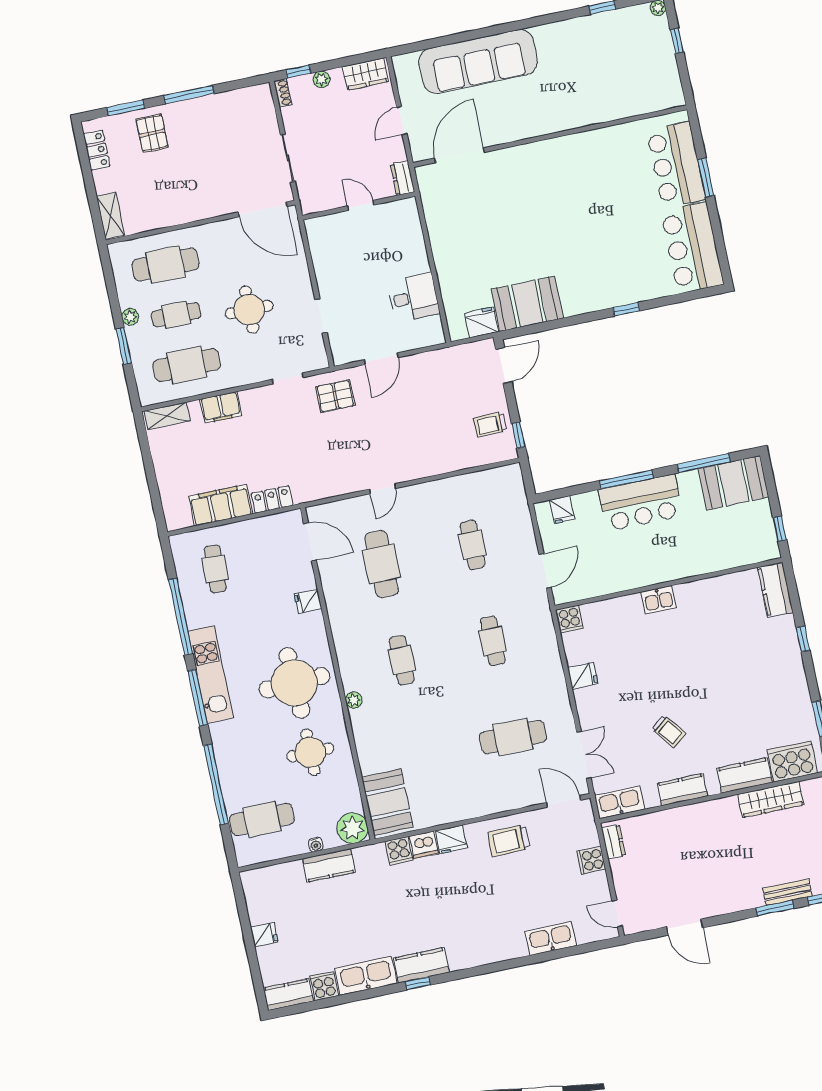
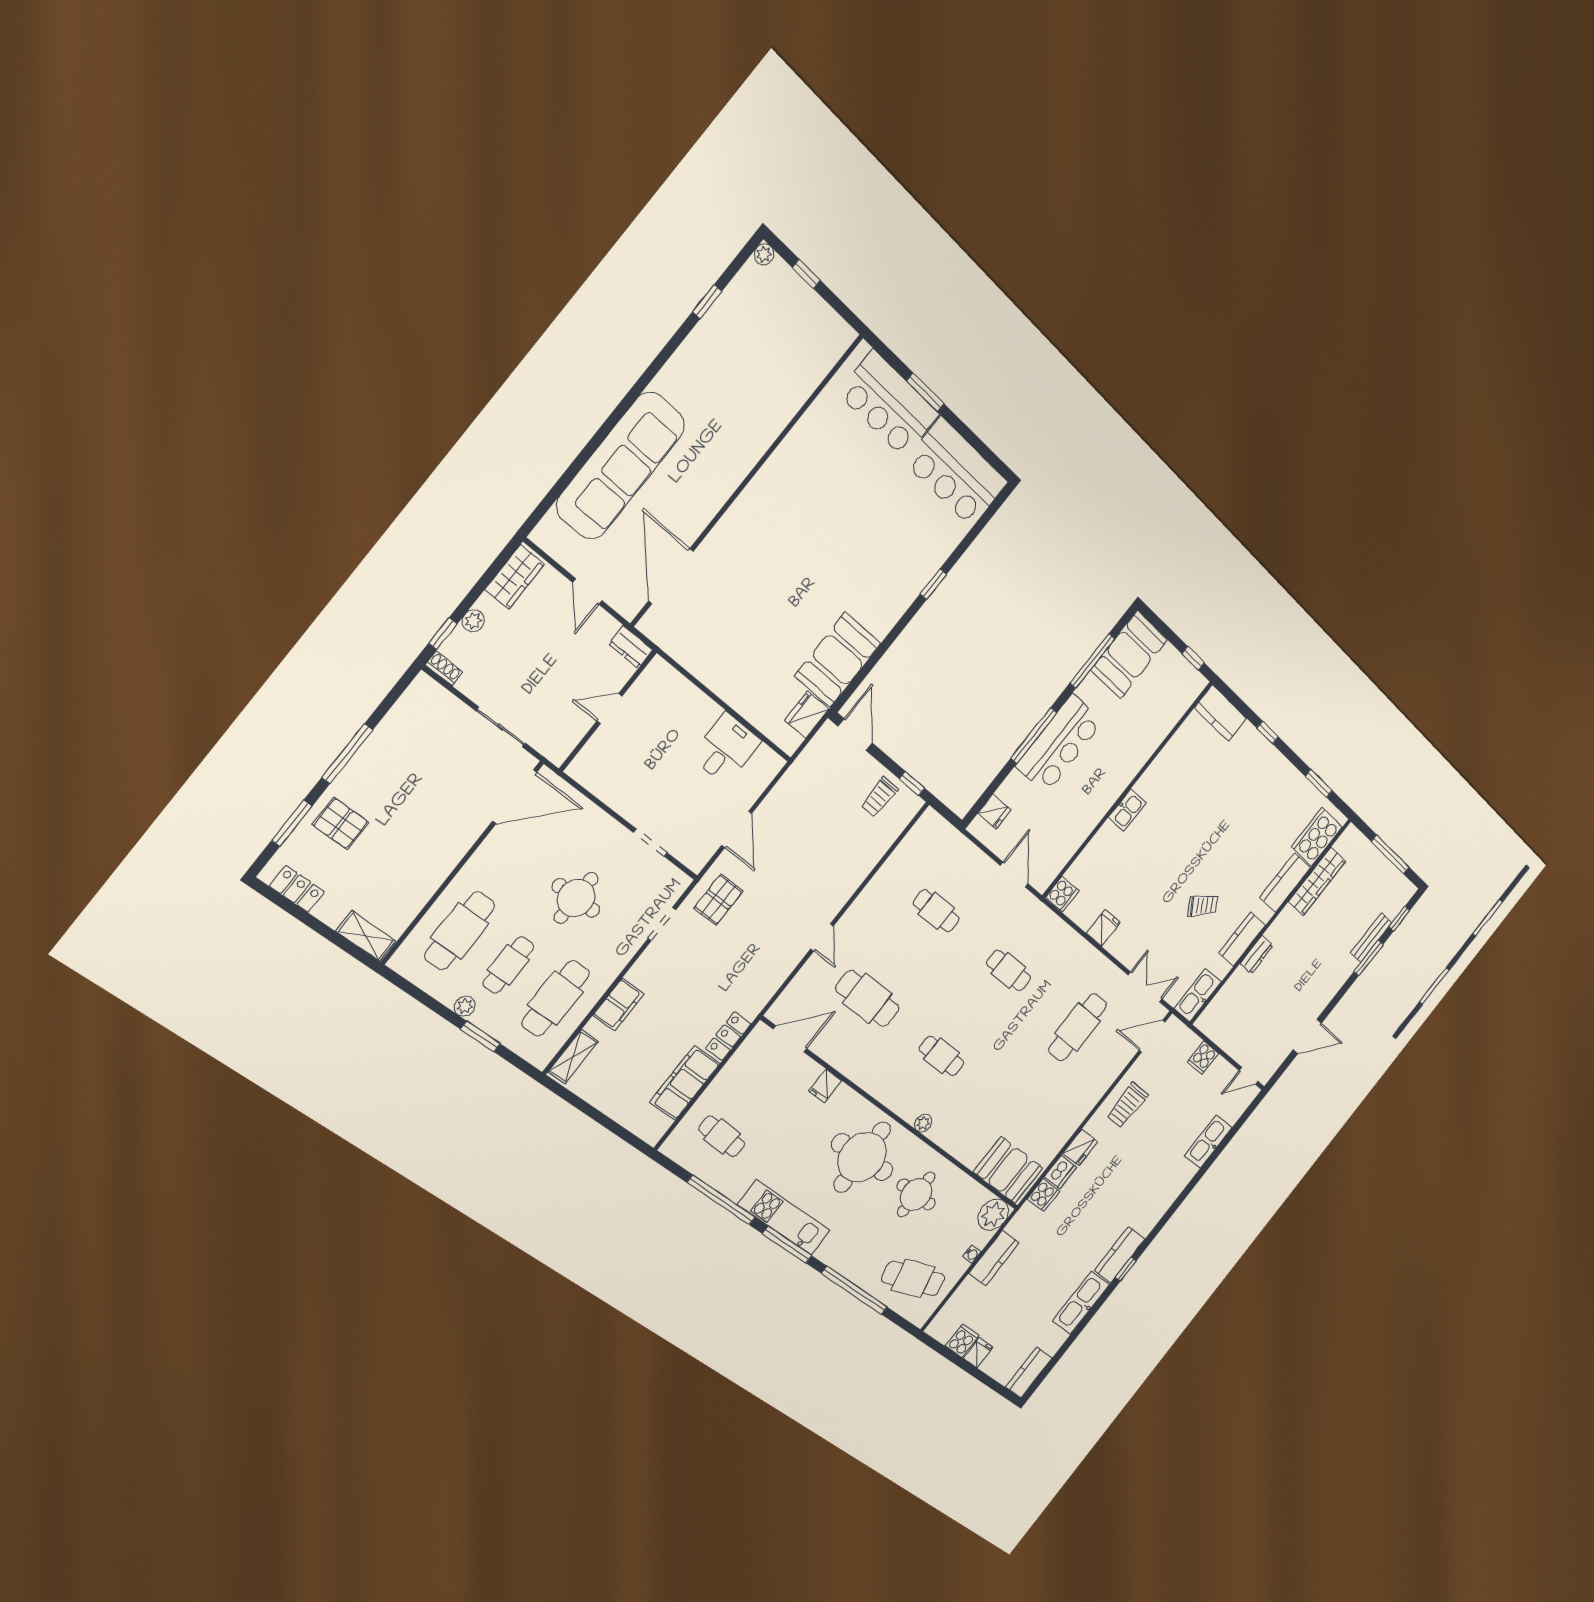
cafe table: (262, 819) -> (913, 1278), turned 74
dresser: (613, 842) -> (1257, 955), moved, turned 90
cooker: (324, 986) -> (962, 1341), moved, turned 90

